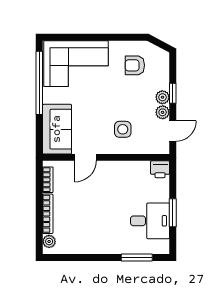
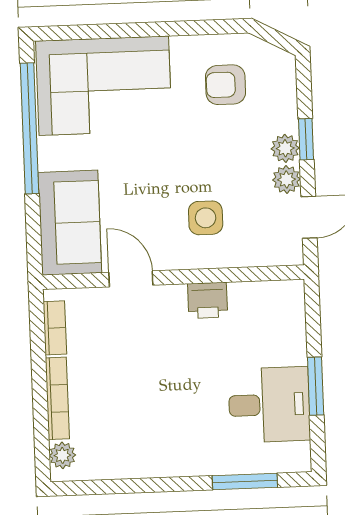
door: (85, 157) -> (131, 279), swing flipped
printer: (160, 169) -> (208, 300), moved

